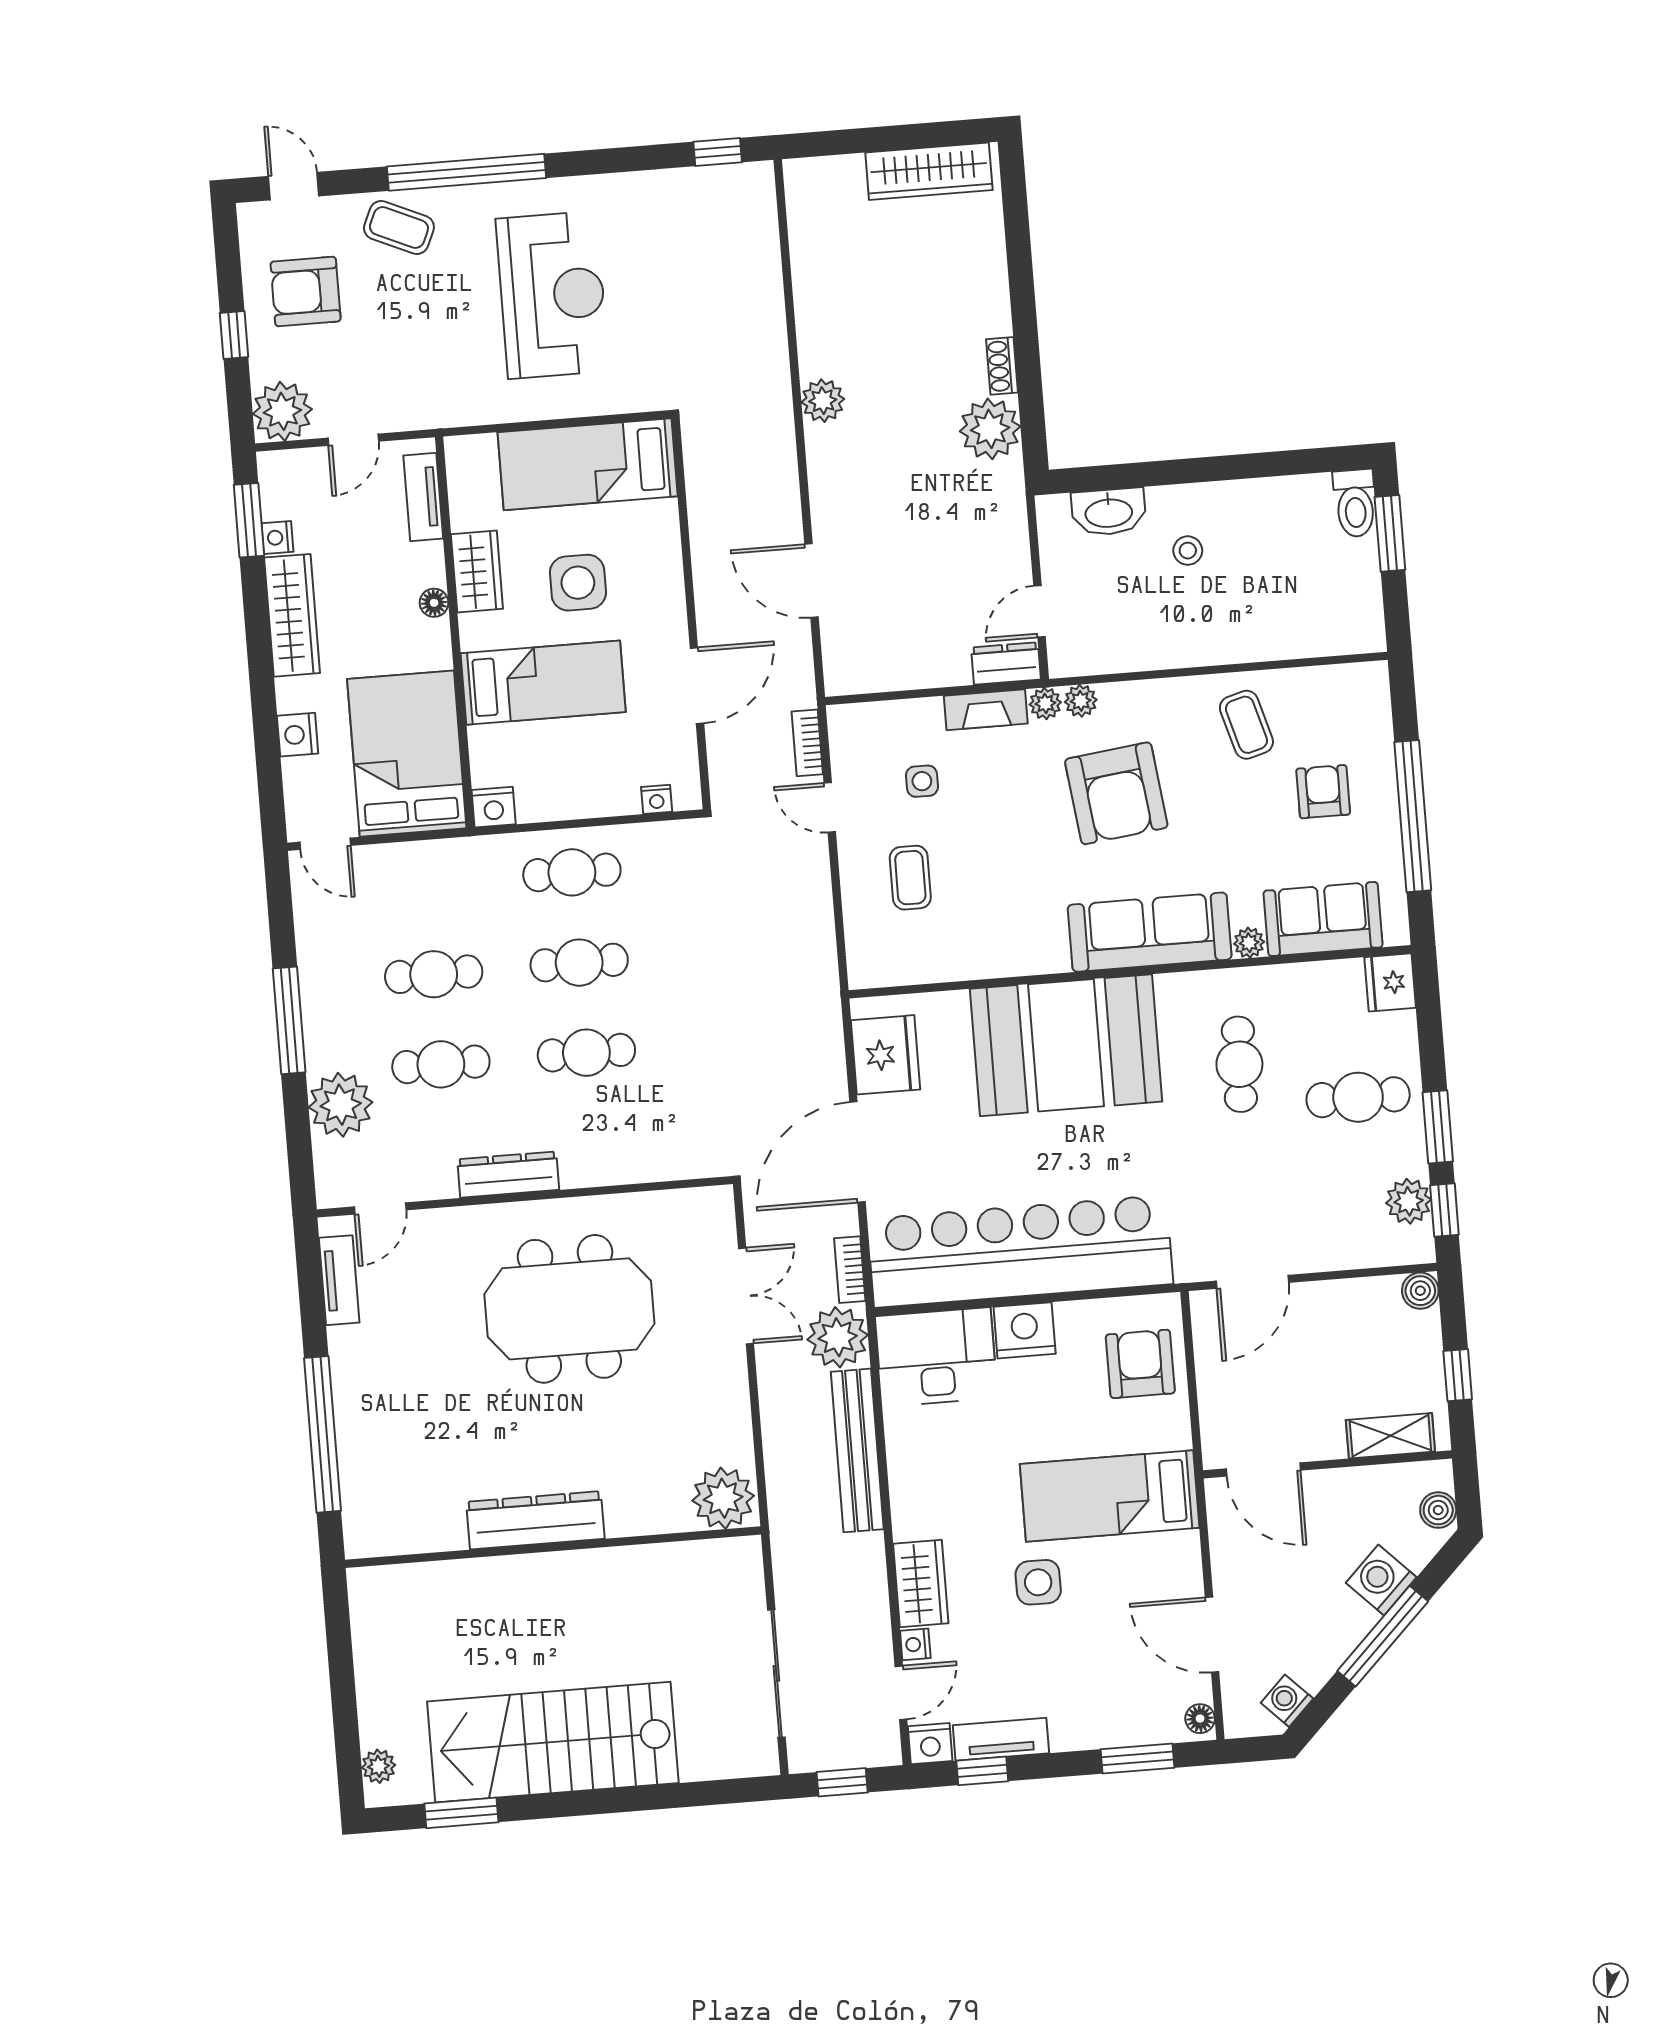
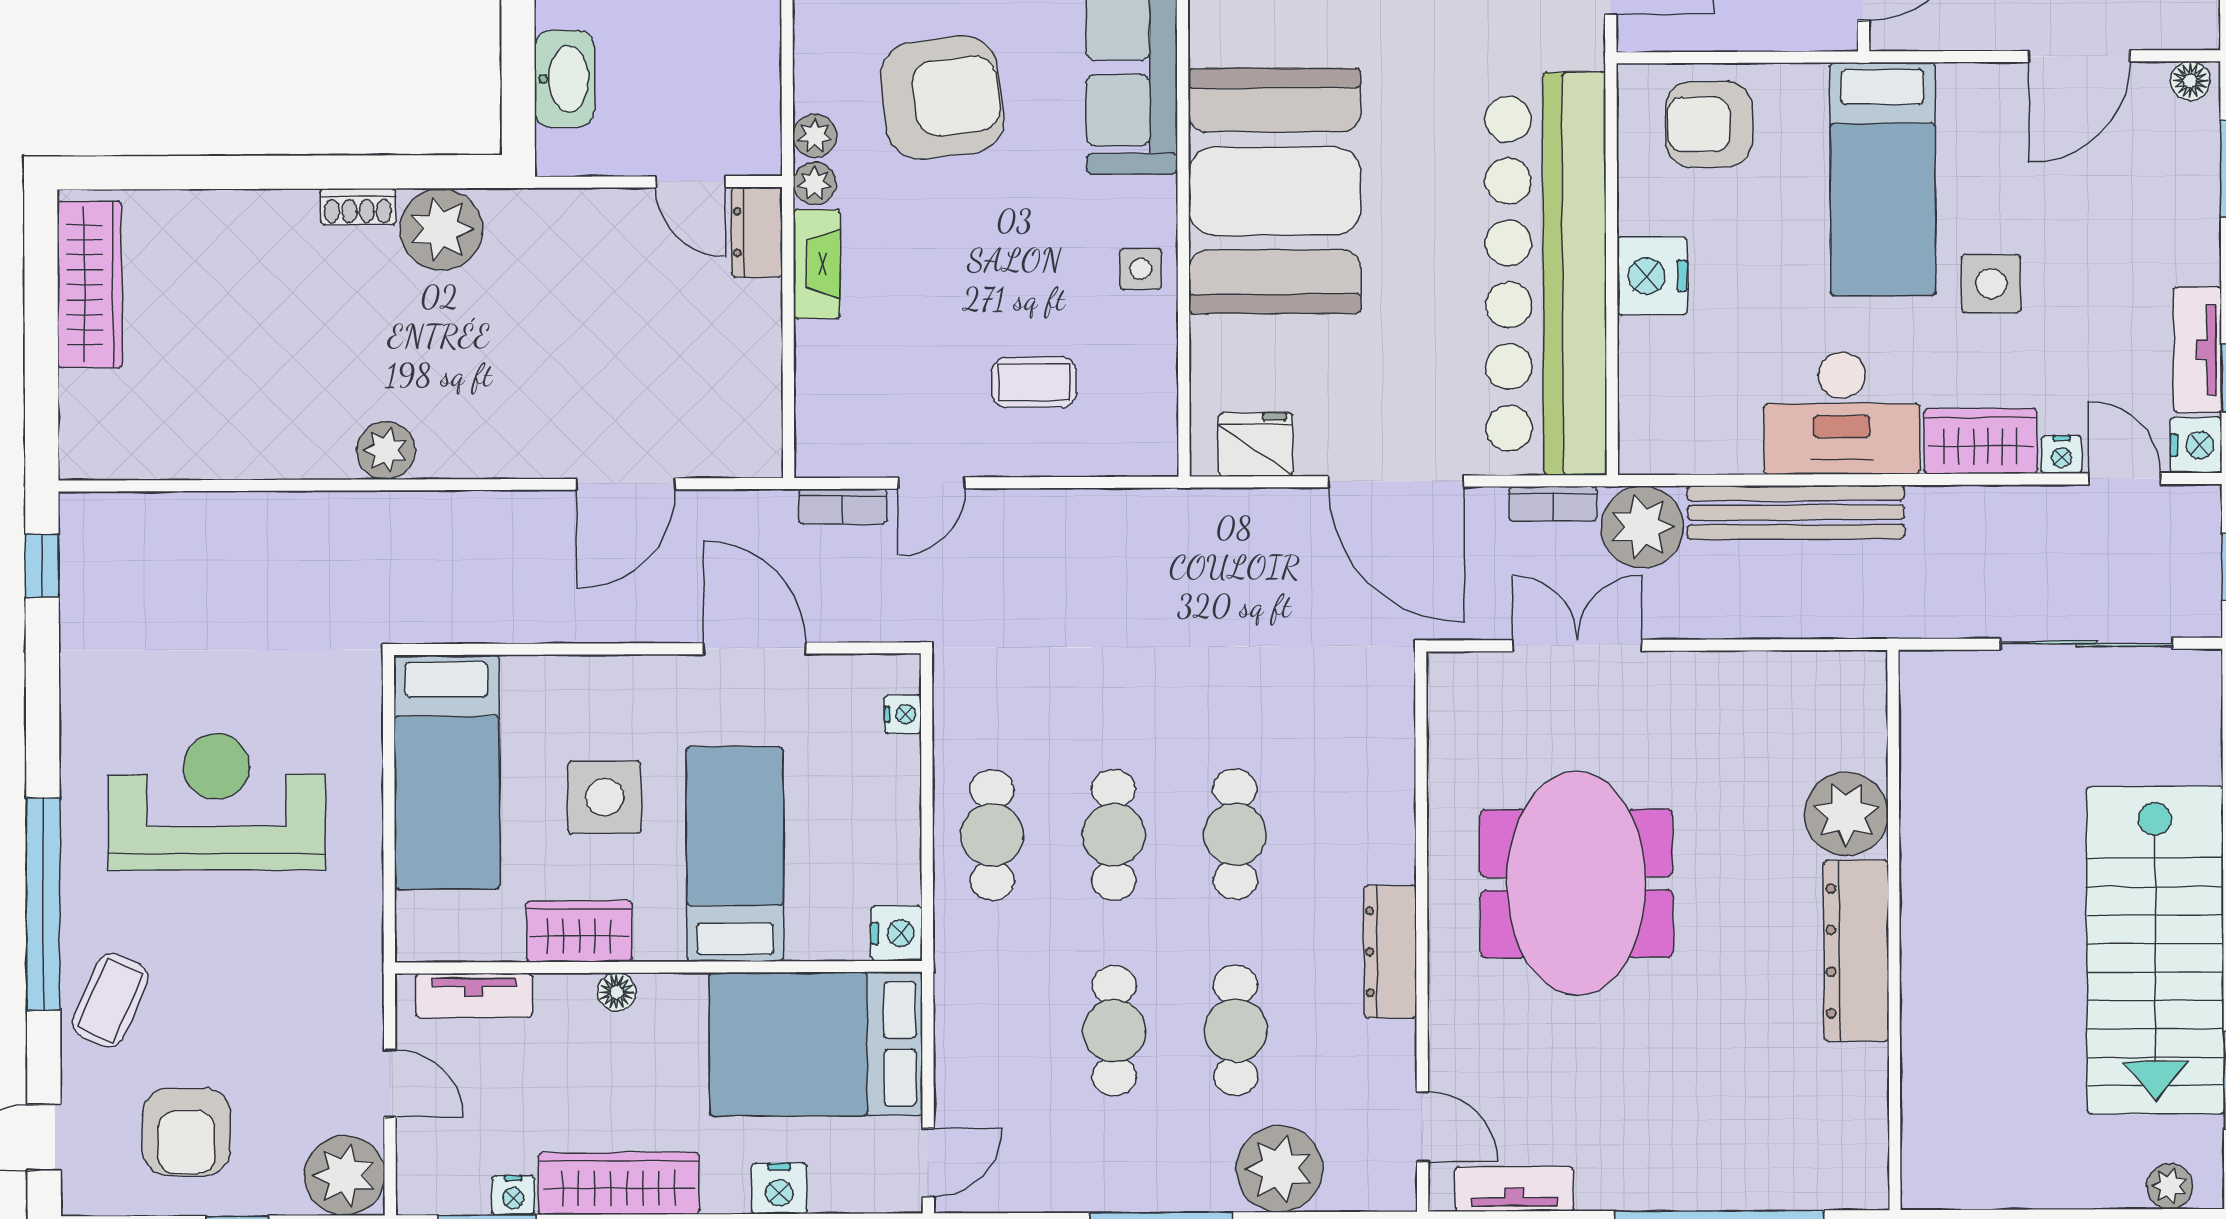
side table: (922, 781) -> (1141, 269), moved
fridge: (886, 1055) -> (1255, 445), width x0.73, depth x0.75
desk: (936, 1357) -> (1842, 413), moved, turned -90
plant: (723, 1498) -> (1846, 814), moved

